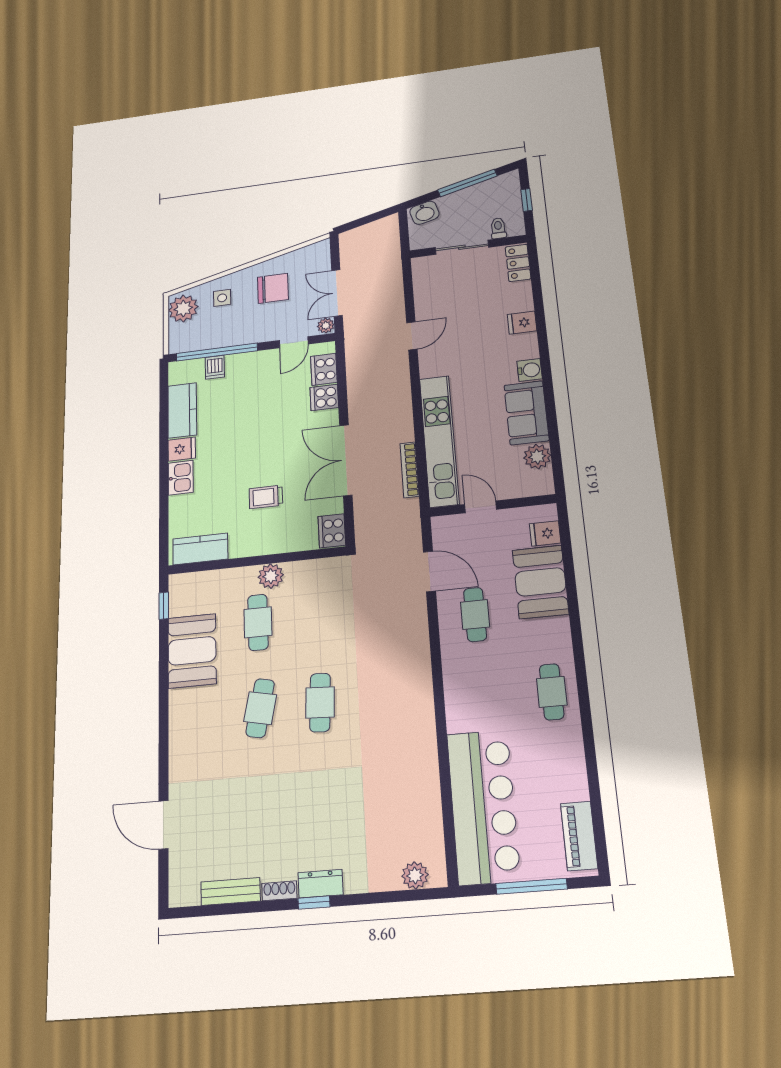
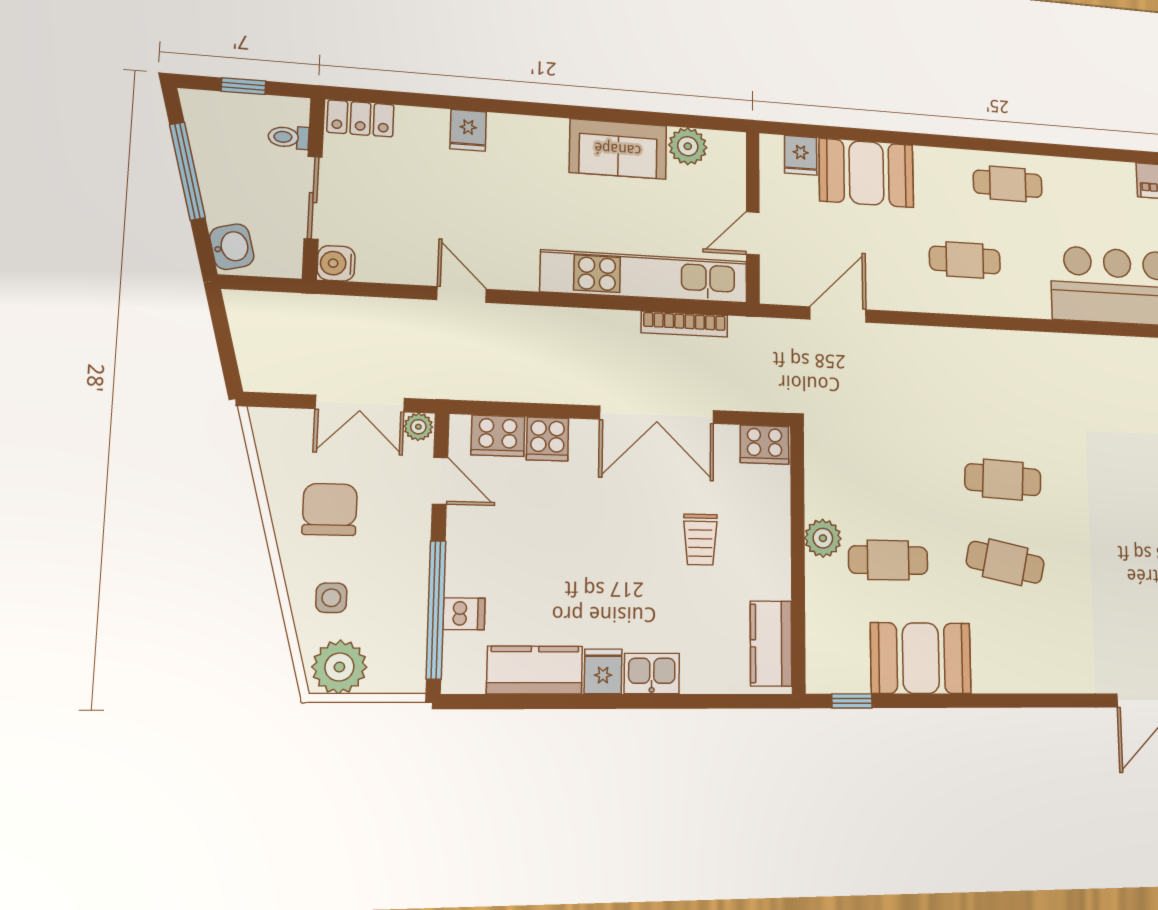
water cooler: (530, 370) -> (336, 263), moved, turned -90
cafe table: (475, 614) -> (965, 260), moved

